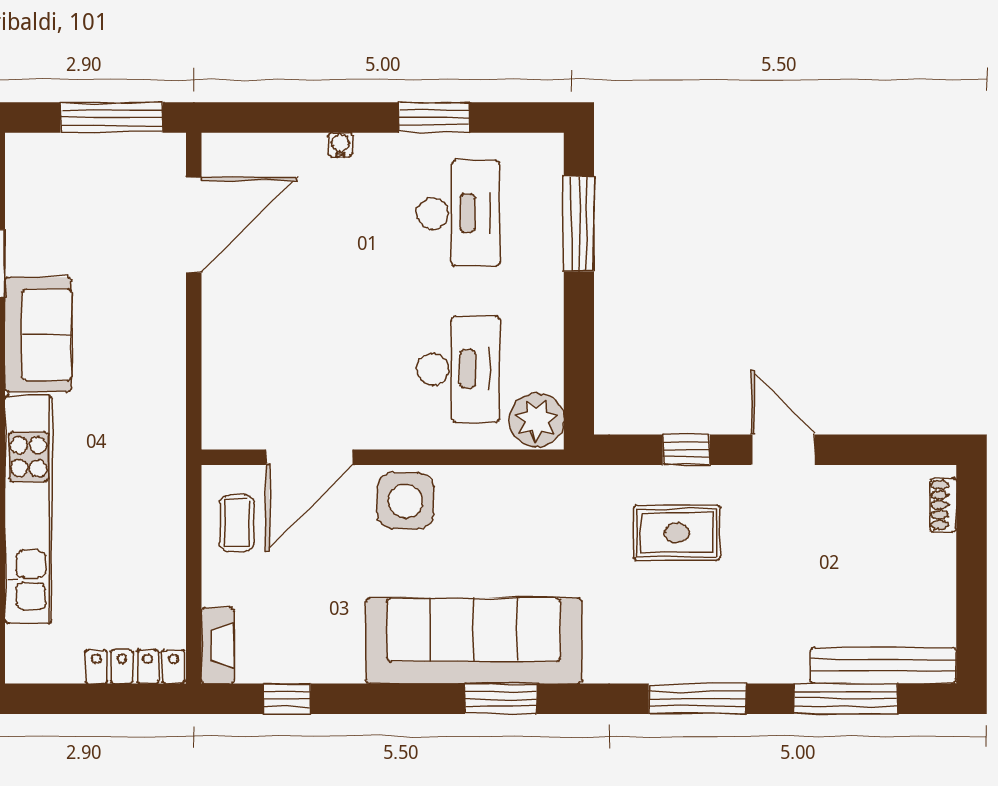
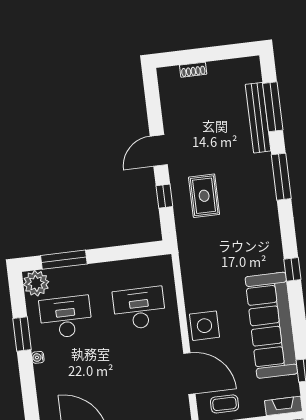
water cooler: (340, 145) -> (38, 357), moved
plant: (537, 420) -> (36, 283), moved
shoe rack: (943, 505) -> (193, 70), moved
sofa: (474, 641) -> (271, 325), moved
bench: (883, 666) -> (258, 118), moved
window: (501, 699) -> (292, 269), width x0.67

